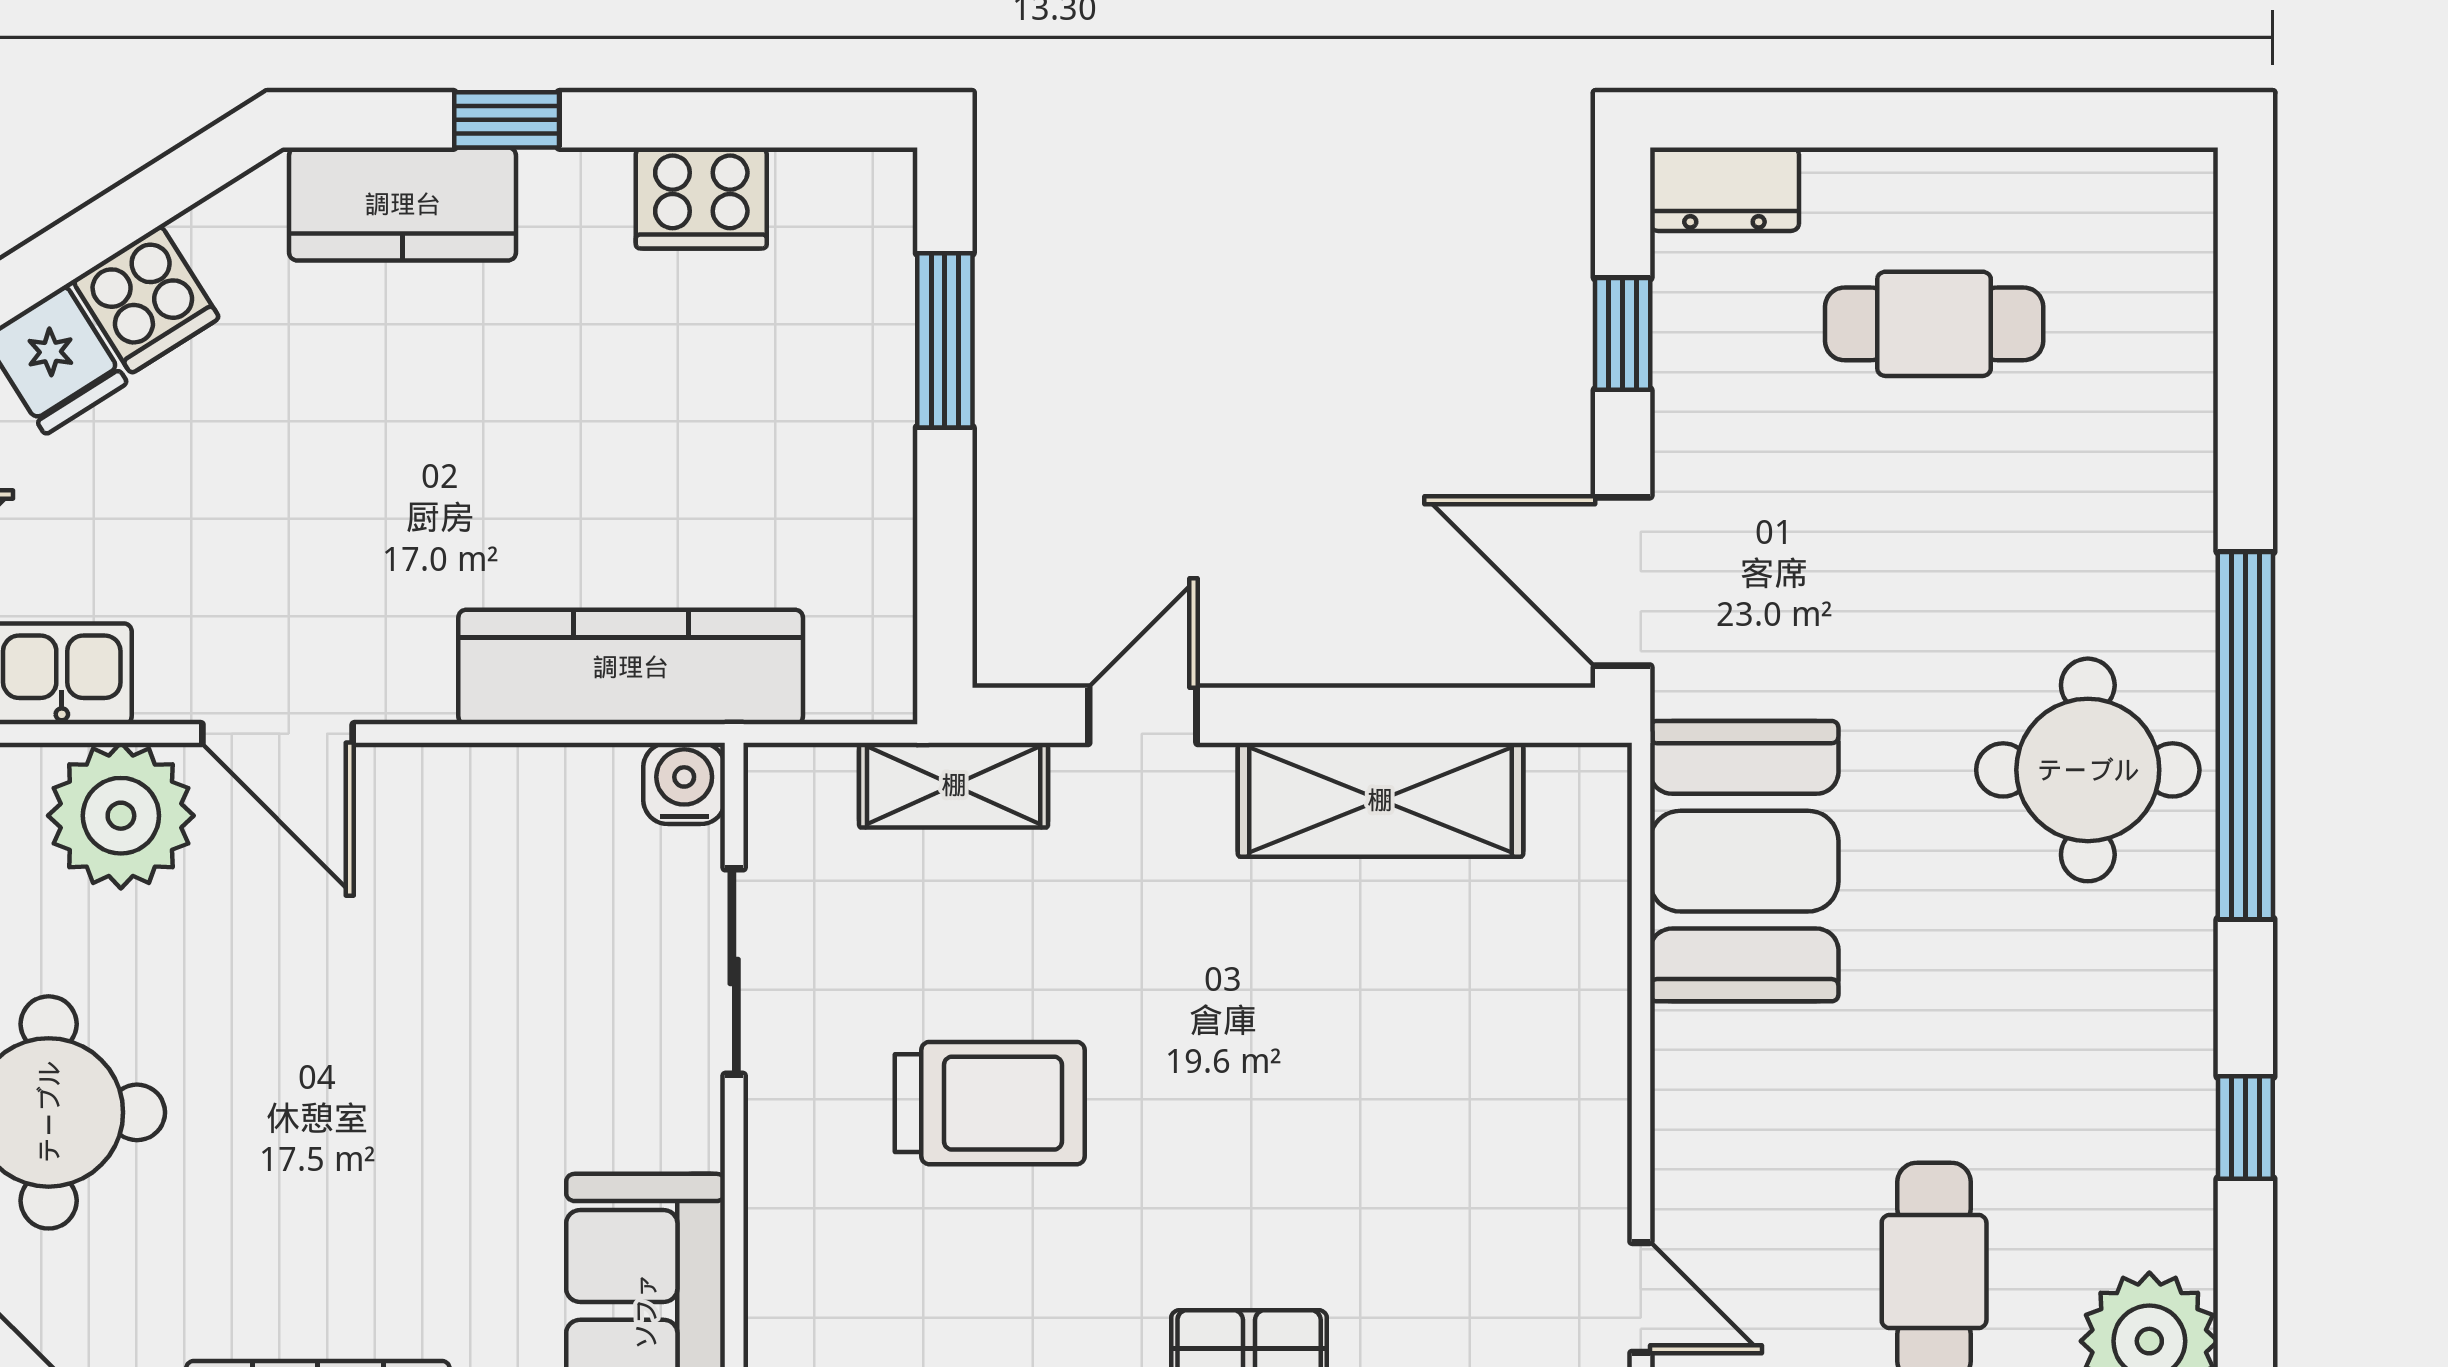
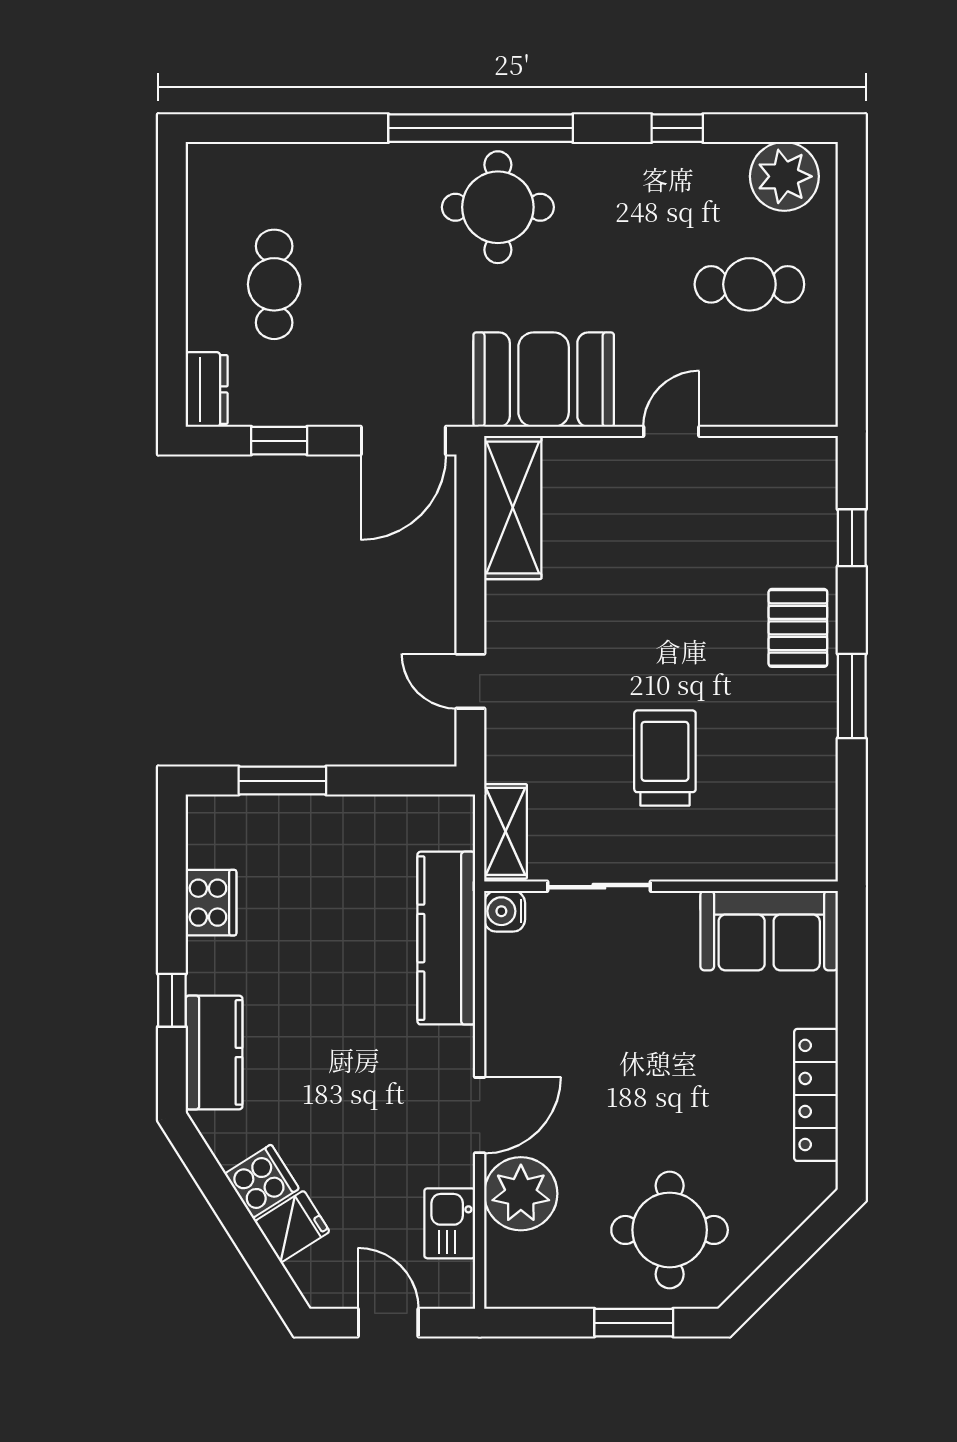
shelving: (954, 785) -> (505, 831), moved
shelving: (1380, 800) -> (513, 508), moved
door: (1641, 1297) -> (671, 431), moved

